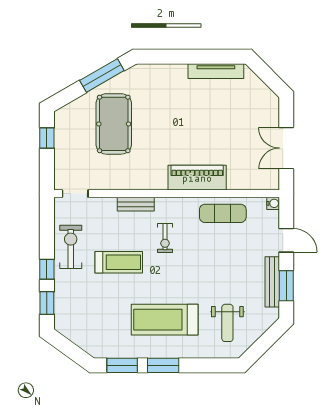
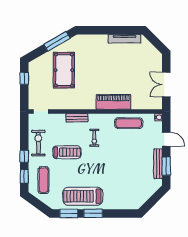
exercise mat: (79, 309) -> (44, 180), added
treadmill: (165, 320) -> (83, 196), moved
weight bench: (227, 323) -> (131, 188), removed

